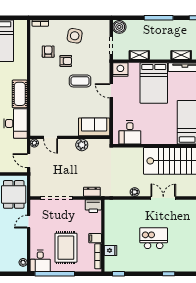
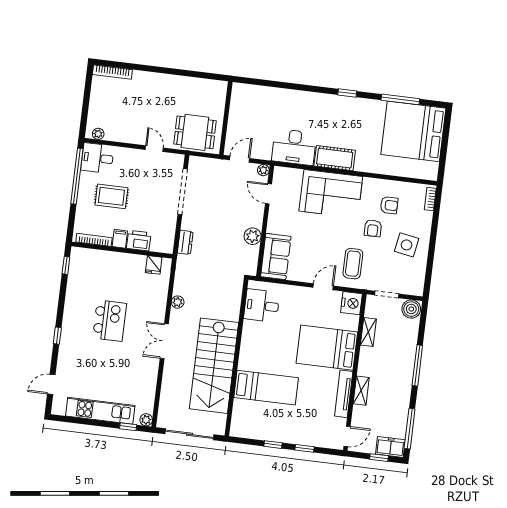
coffee table: (80, 81) -> (353, 264), moved
corner sofa: (45, 93) -> (331, 194), added
door: (51, 137) -> (268, 194), hinge flipped
double door: (163, 198) -> (164, 341), swing flipped
printer: (93, 206) -> (139, 241), moved, turned 90
rug: (66, 248) -> (111, 196), width x0.73, depth x0.70
fridge: (111, 250) -> (154, 265), moved

